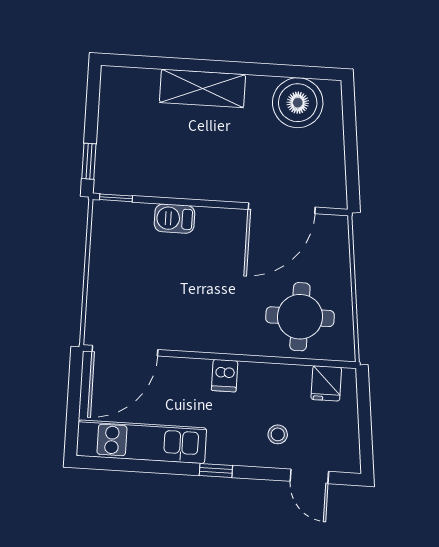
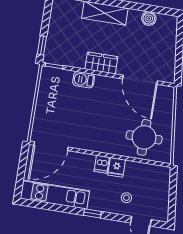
boiler: (298, 103) -> (149, 19), width x0.54, depth x0.54
wardrobe: (205, 184) -> (101, 63), added
door: (282, 208) -> (140, 80), hinge flipped
fridge: (326, 383) -> (117, 167), moved

